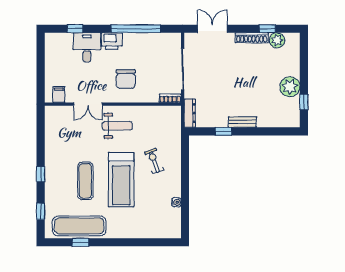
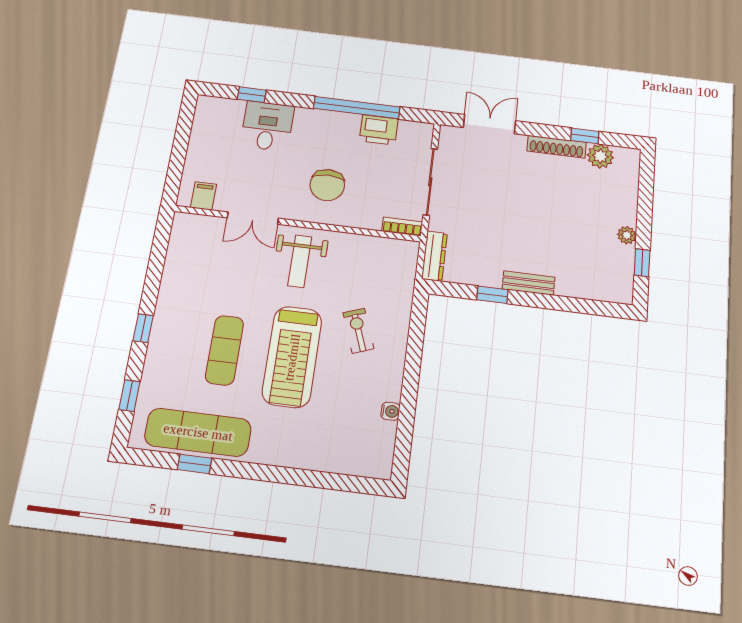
printer: (112, 41) -> (379, 130), moved
plant: (290, 87) -> (627, 235), width x0.53, depth x0.53
weight bench: (117, 126) -> (300, 261), turned 90

